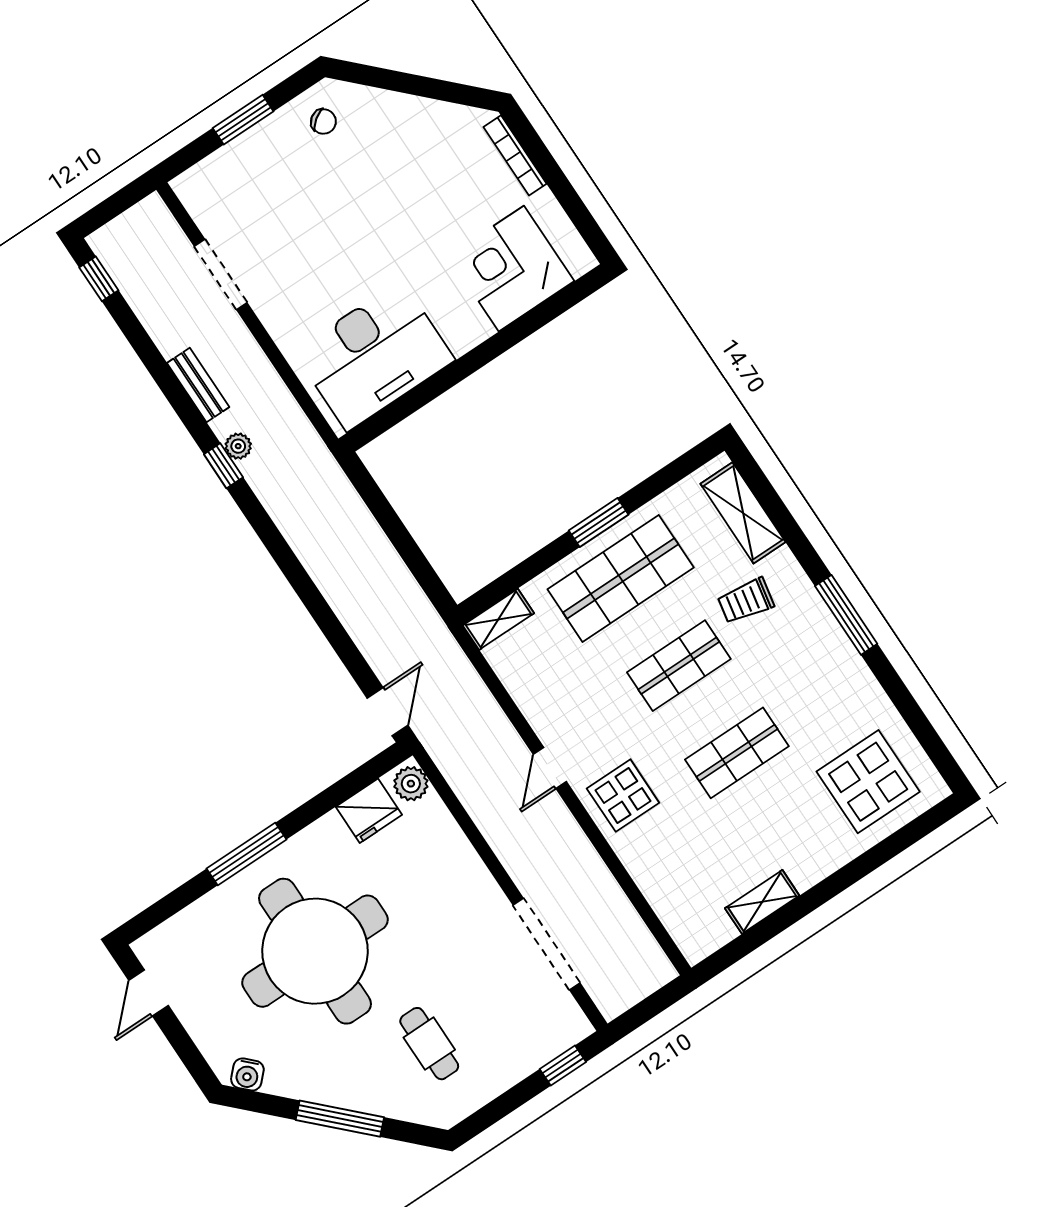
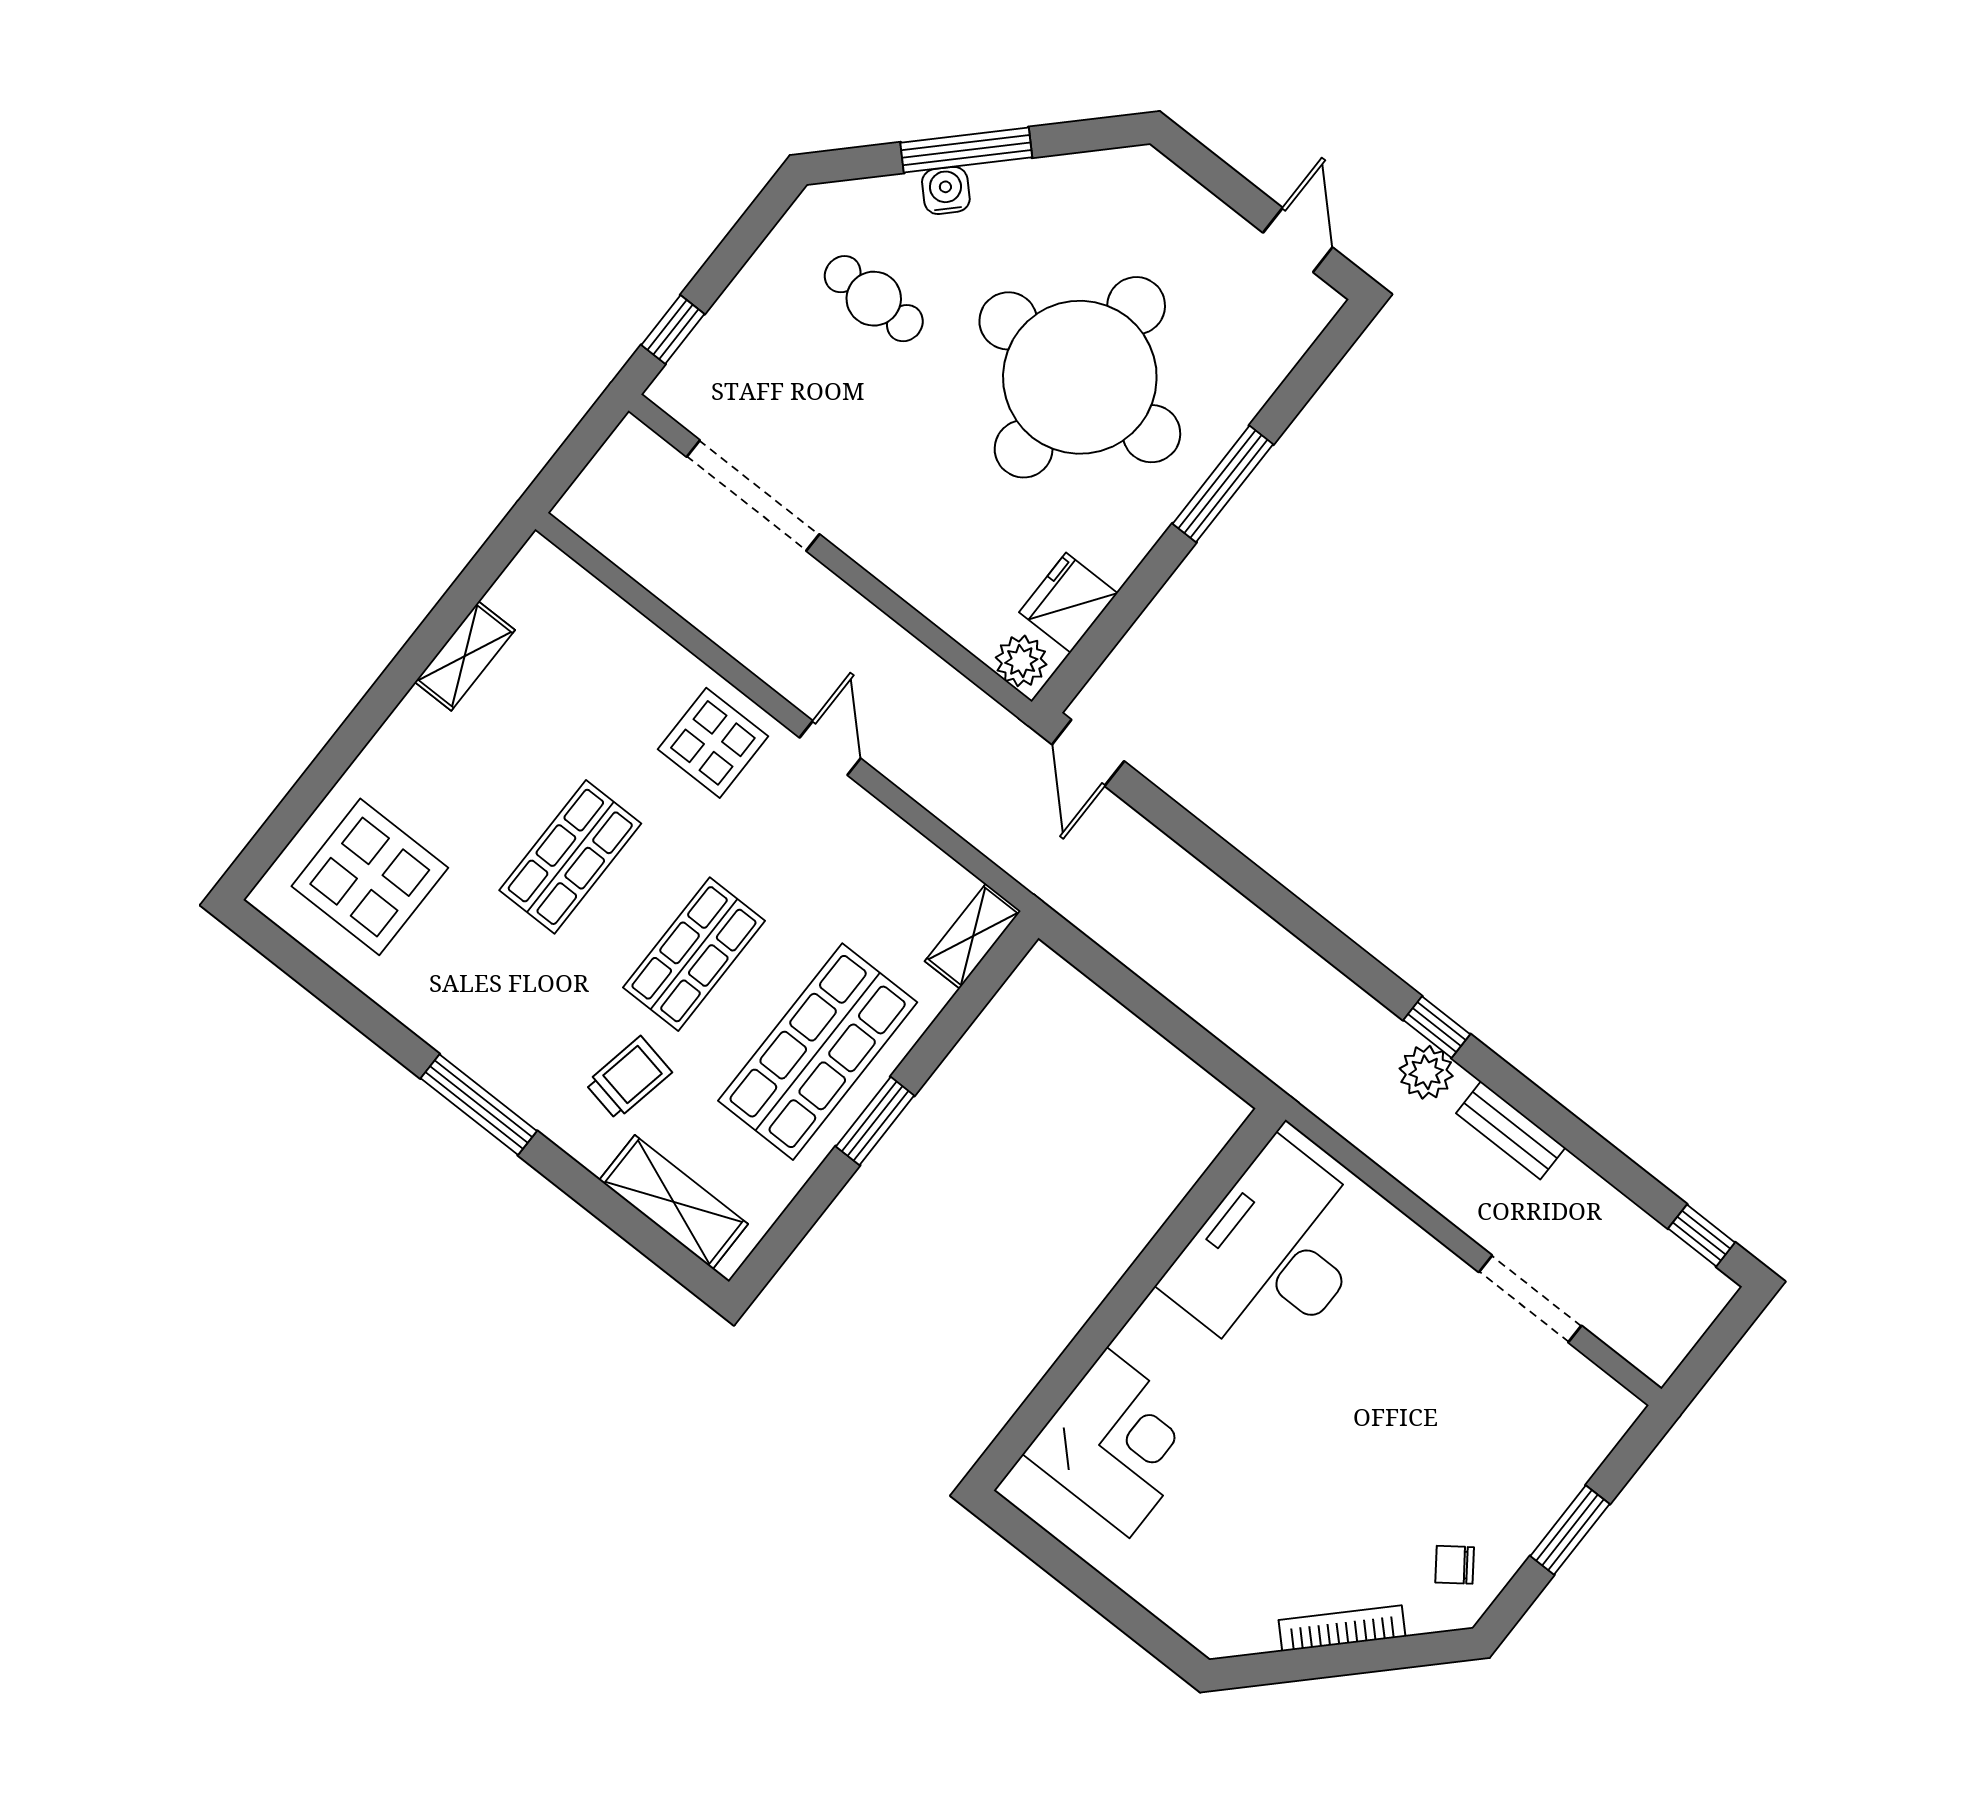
bookcase: (515, 155) -> (1342, 1628), moved, turned -45
plant: (238, 446) -> (1426, 1072), width x1.38, depth x1.38
water cooler: (247, 1074) -> (946, 190), moved

